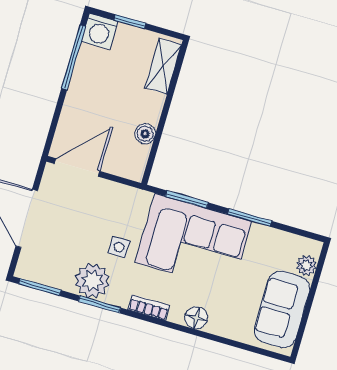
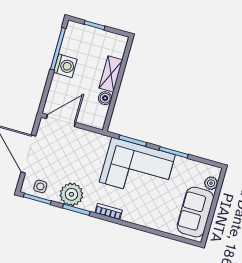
washing machine: (100, 31) -> (65, 66), moved, turned -90
shelving: (163, 66) -> (111, 74), moved
side table: (119, 247) -> (40, 186), moved
floor lamp: (196, 318) -> (140, 218), removed

